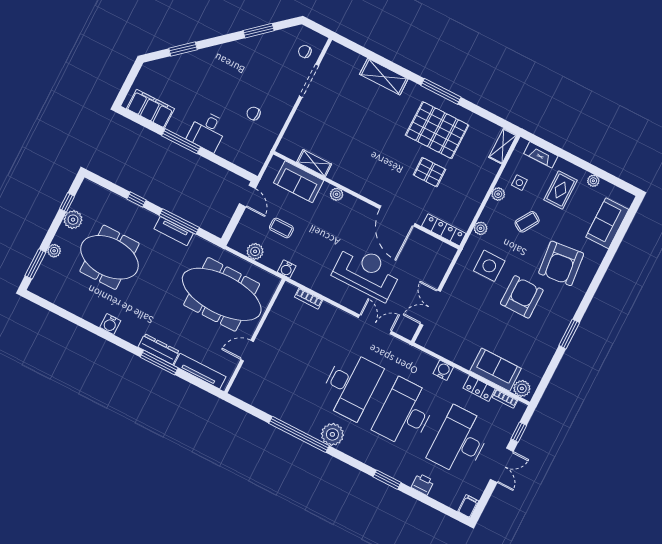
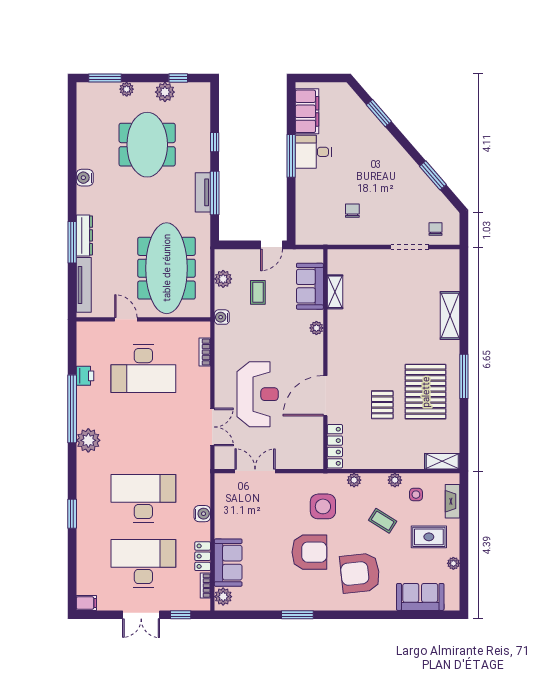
desk: (207, 131) -> (313, 152), moved
desk: (350, 385) -> (143, 369), moved
printer: (423, 484) -> (85, 376), moved

